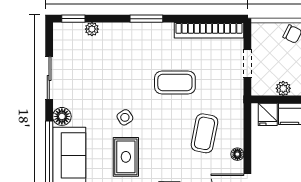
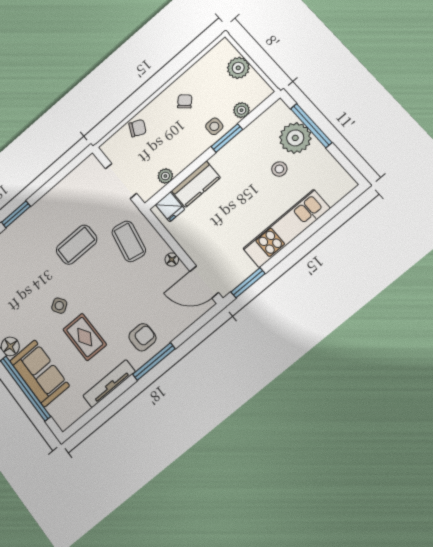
bookcase: (209, 30) -> (70, 182), removed
doorway: (247, 63) -> (121, 181), width x1.38
coffee table: (204, 133) -> (129, 241), moved

